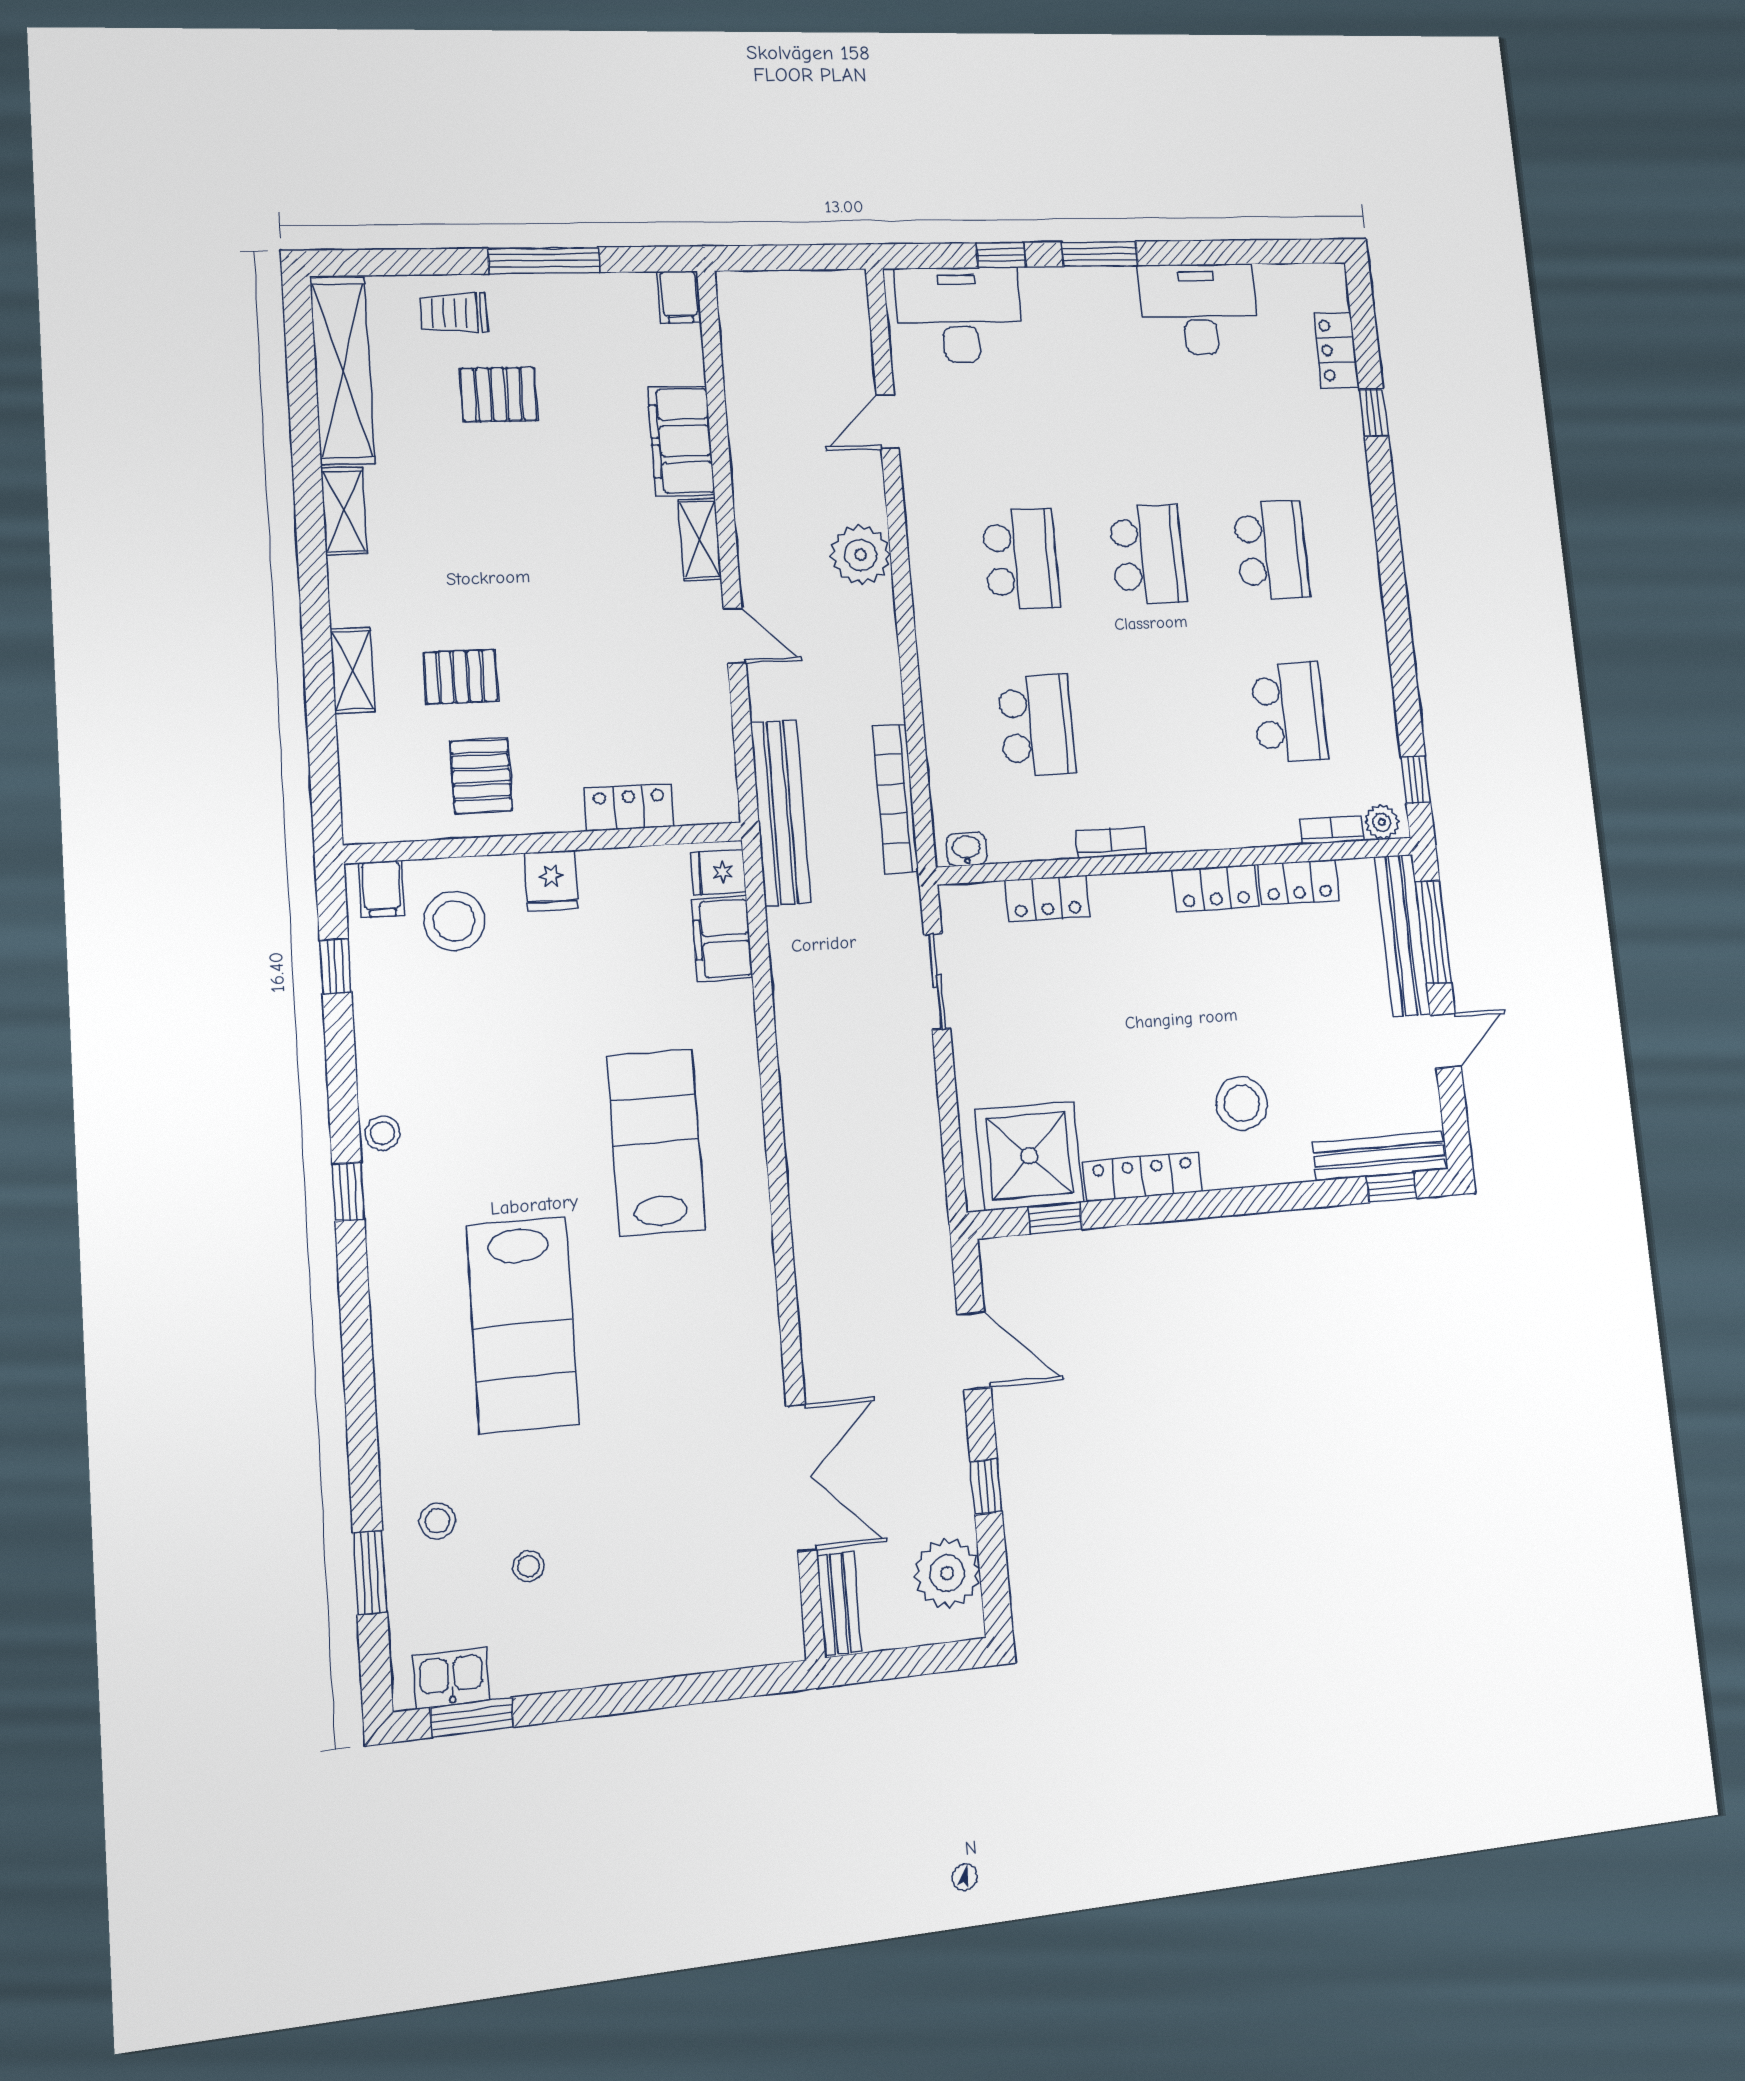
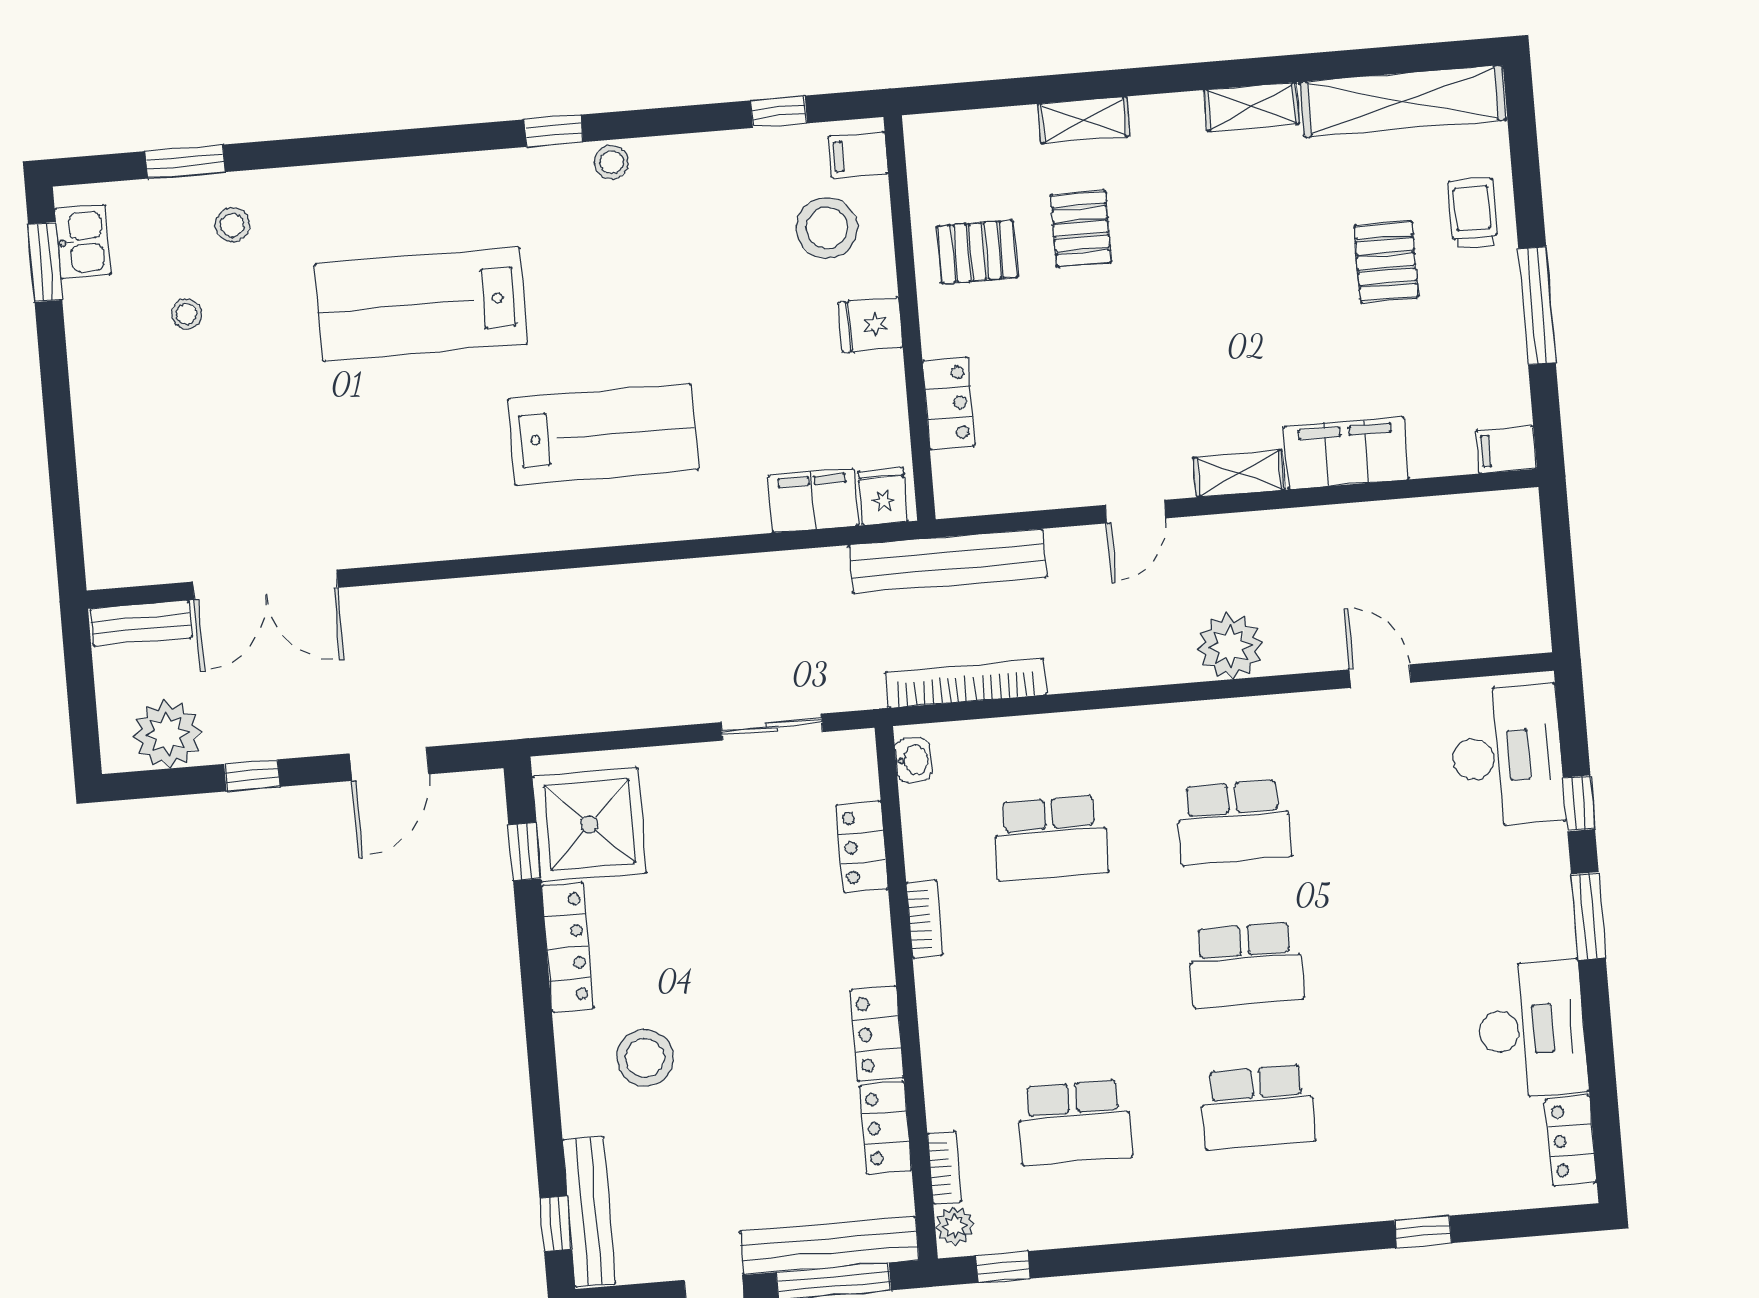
locker: (1336, 350) -> (1571, 1141), moved, turned -90

